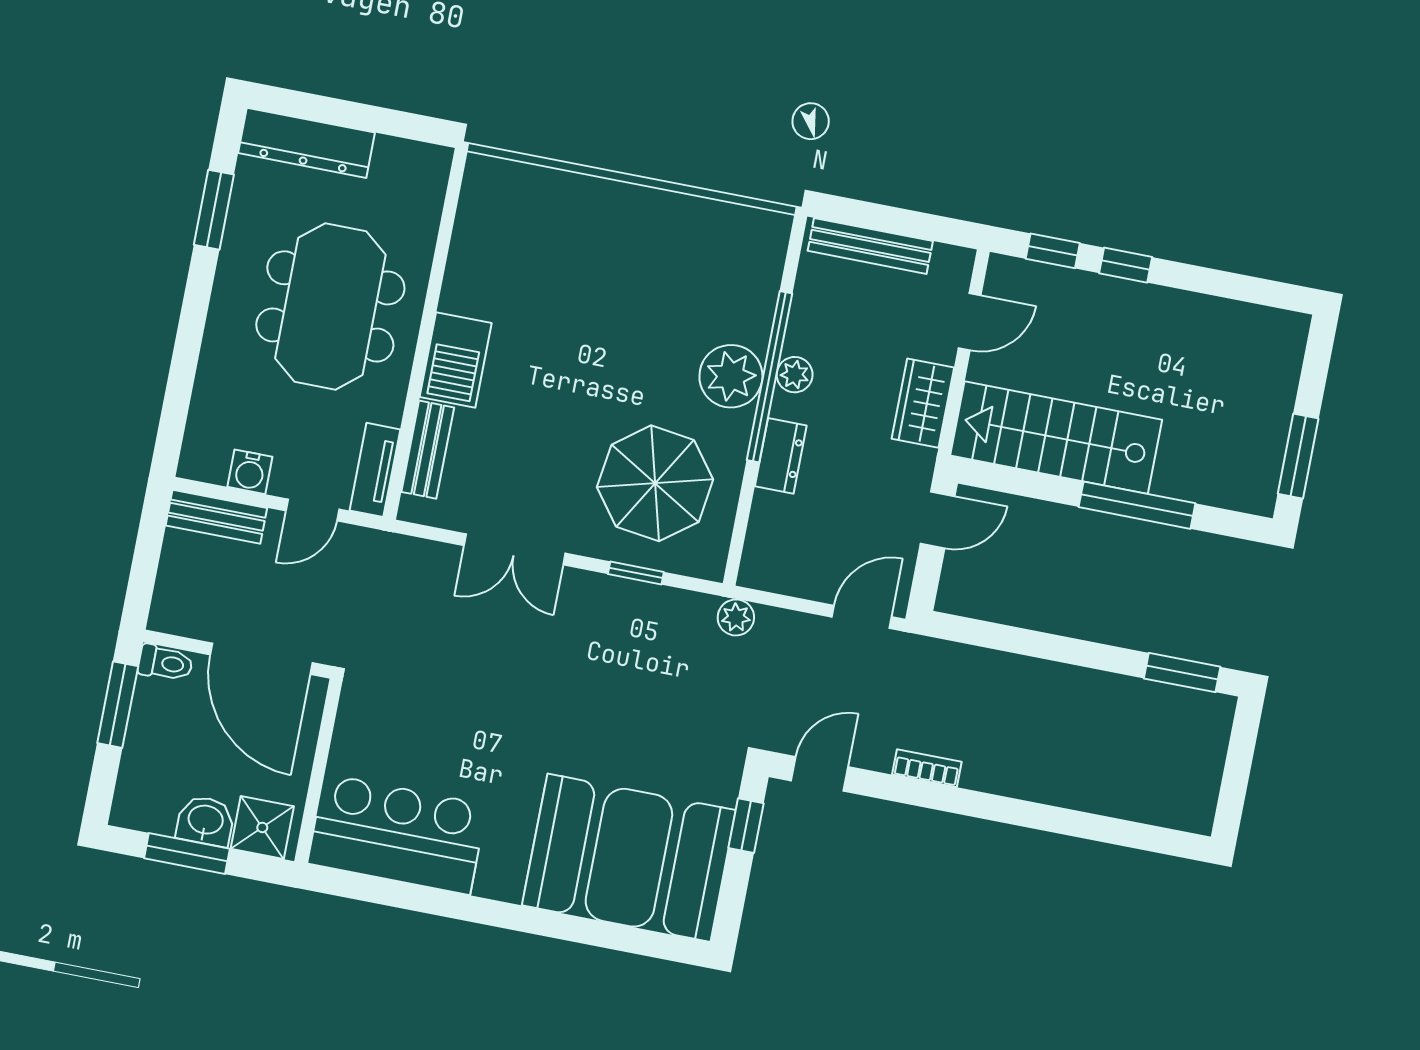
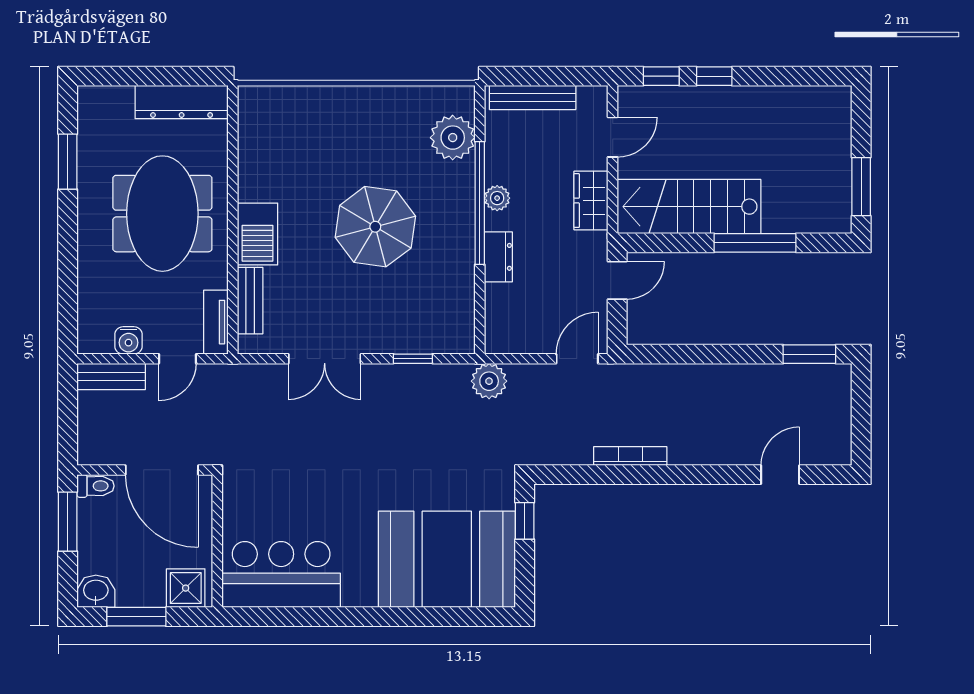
dresser: (307, 143) -> (182, 102), moved
plant: (731, 376) -> (453, 138), moved
parasol: (655, 483) -> (375, 227), moved
plant: (736, 617) -> (489, 381), width x1.38, depth x1.38
bookcase: (927, 768) -> (630, 456), width x1.56
door: (820, 774) -> (780, 475), moved
washbasin: (205, 821) -> (96, 591), moved

